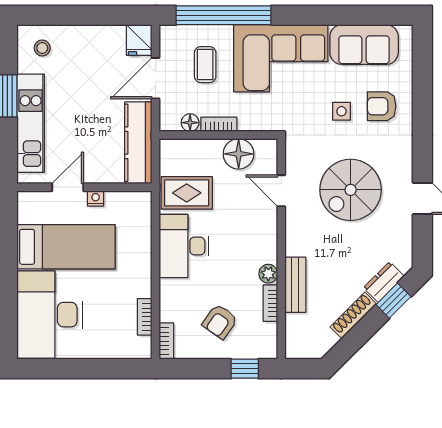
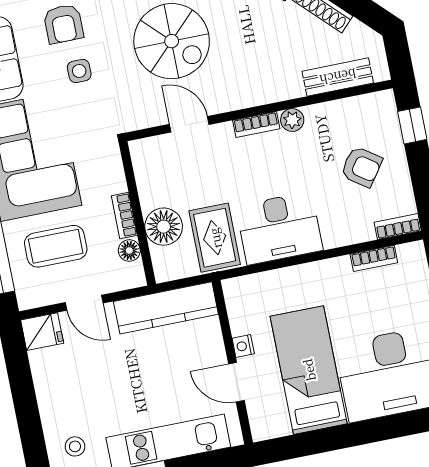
coffee table: (205, 65) -> (56, 246), width x1.36, depth x1.30
door: (156, 78) -> (84, 303), width x0.73
floor lamp: (239, 154) -> (164, 227), moved
door: (281, 191) -> (189, 124), swing flipped
bench: (295, 285) -> (338, 77), moved
bookcase: (270, 303) -> (256, 125), moved

